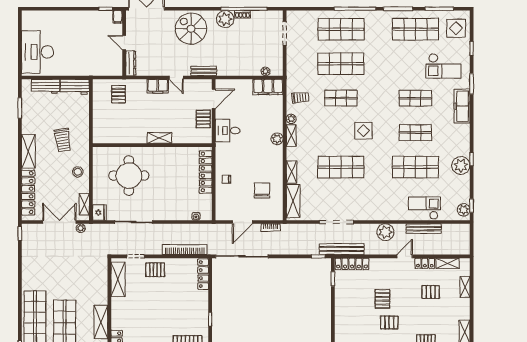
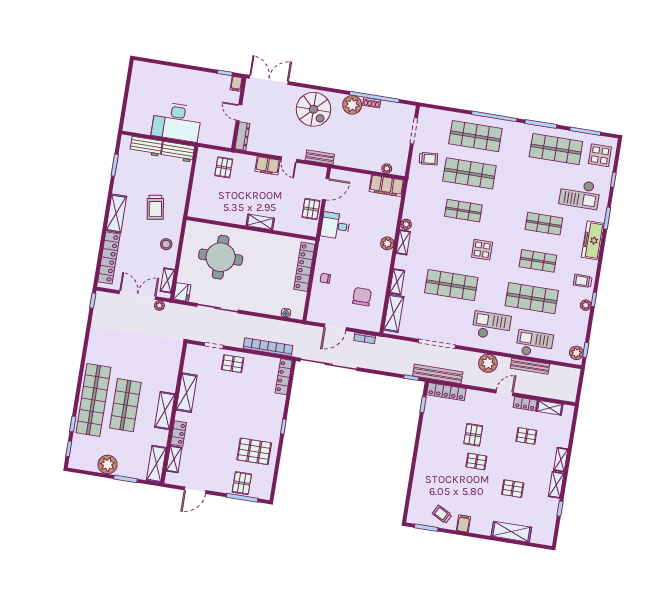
spiral stairs: (191, 29) -> (314, 109), turned 180
desk: (38, 52) -> (177, 122), moved, turned -90
trolley: (300, 97) -> (428, 159), moved
trolley: (459, 144) -> (583, 281), added
plant: (461, 166) -> (586, 305), width x0.53, depth x0.53
checkout: (383, 198) -> (491, 326), added
shelving: (118, 279) -> (187, 393), moved
shelving: (465, 287) -> (561, 460), moved

